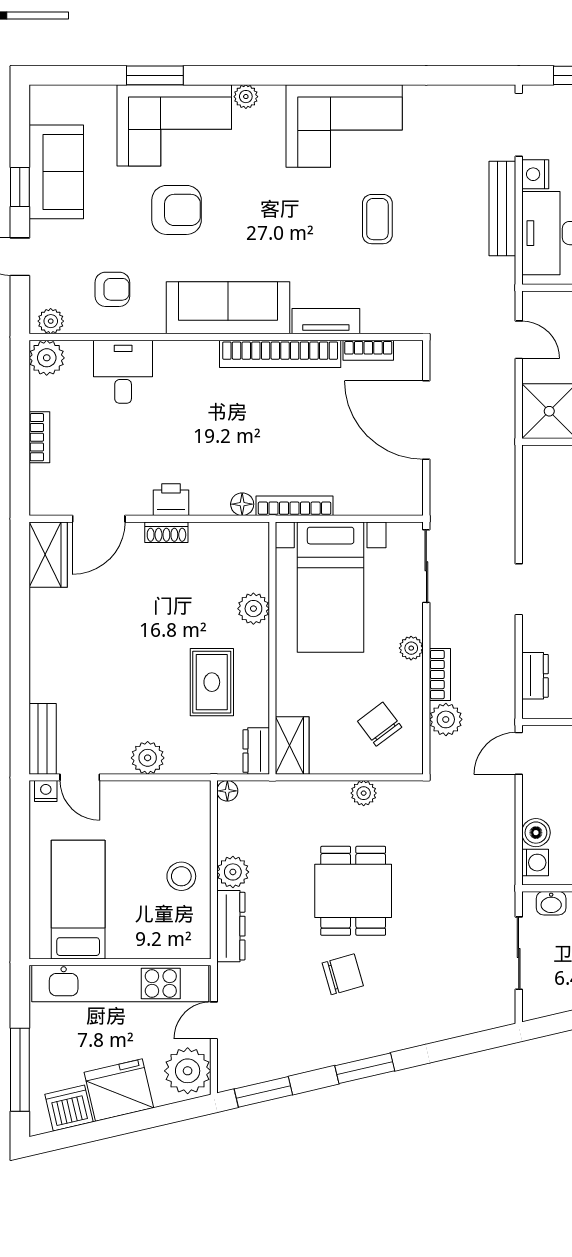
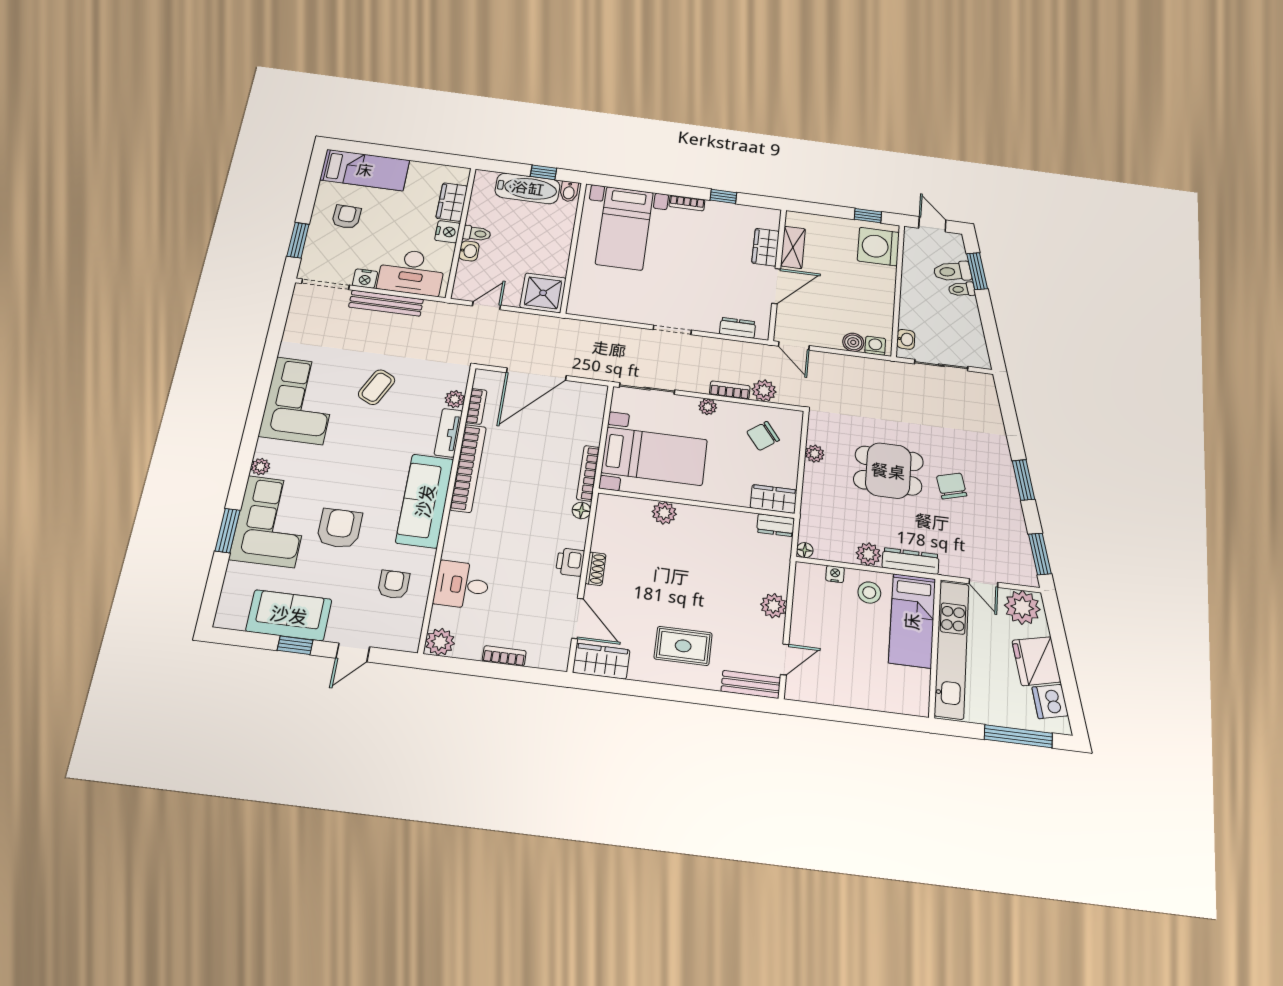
coffee table: (377, 219) -> (377, 387), turned -64
plant: (51, 321) -> (455, 399), moved
rug: (212, 682) -> (683, 646), moved
nightstand: (46, 791) -> (835, 574), moved, turned 90
bed: (78, 900) -> (912, 621), moved, turned -90

